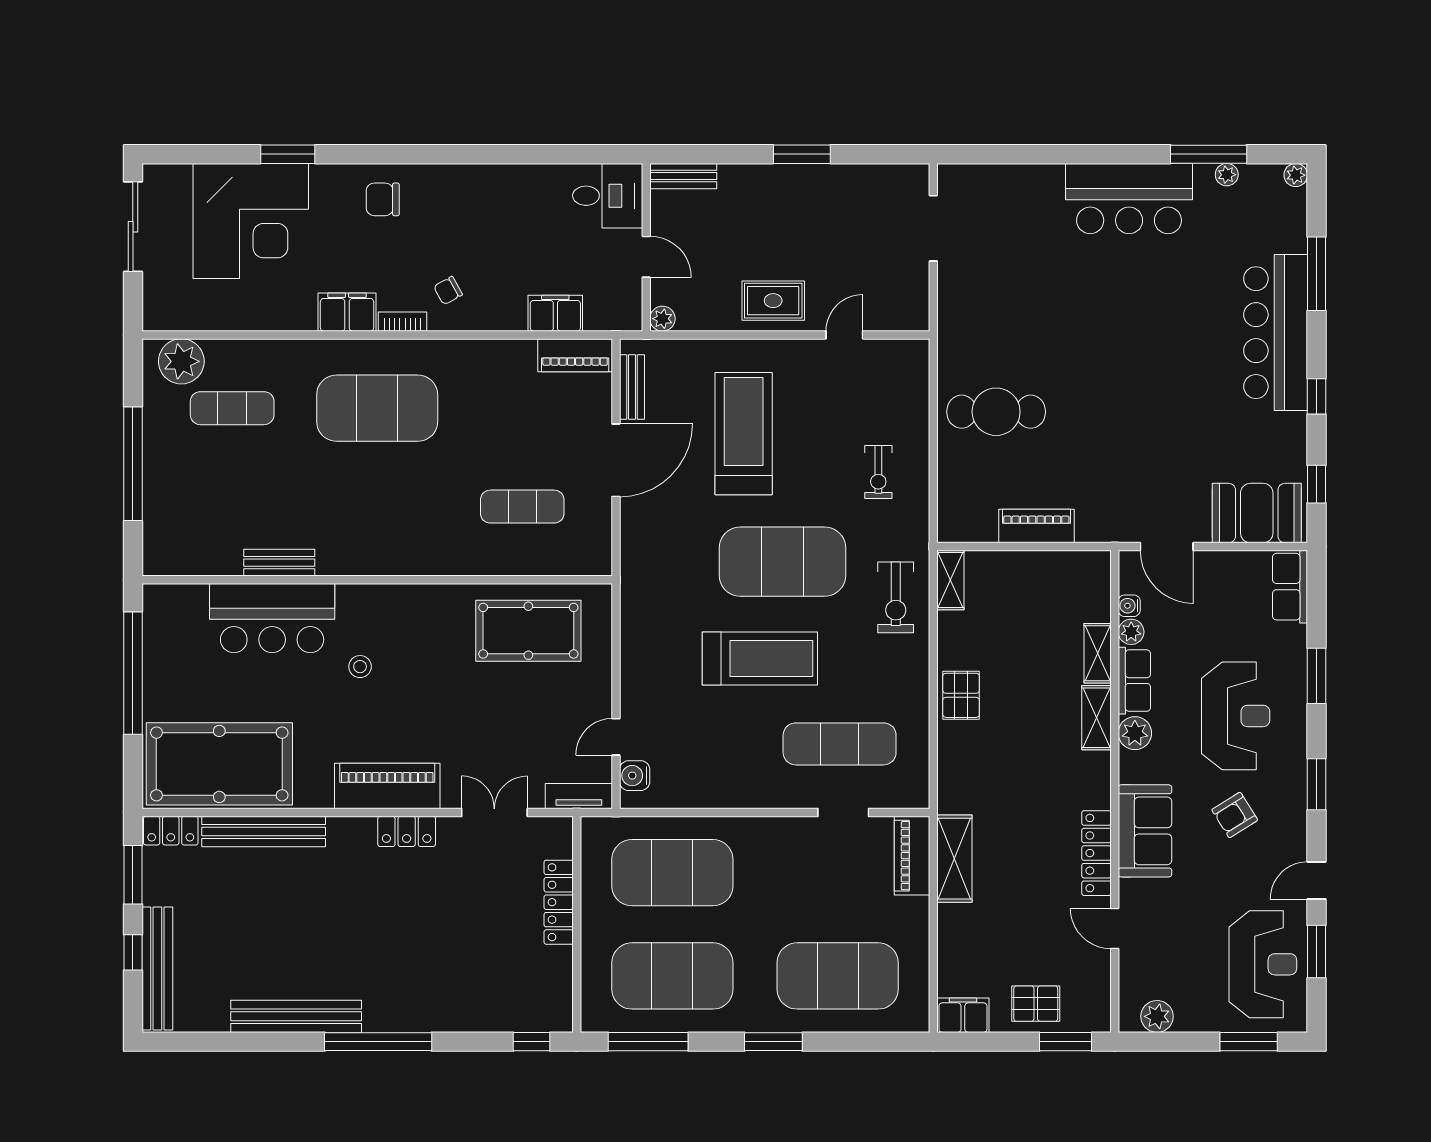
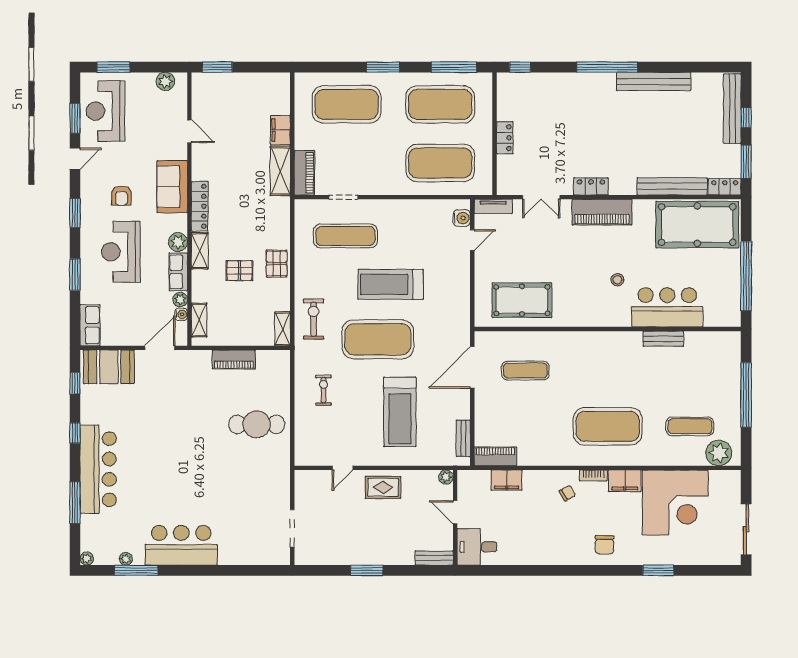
chair: (383, 199) -> (605, 545), turned 90
corner desk: (251, 221) -> (675, 503), moved, turned 180
door: (616, 460) -> (472, 367), moved
door: (1167, 547) -> (160, 348), hinge flipped
shelving: (1098, 653) -> (199, 320), moved
armchair: (1235, 815) -> (121, 196), turned 122
locker: (1096, 853) -> (200, 206), moved
locker: (559, 902) -> (505, 138), width x0.66
pallet: (1036, 1004) -> (239, 271), moved
filing cabinet: (963, 1015) -> (280, 130), moved, turned 90

